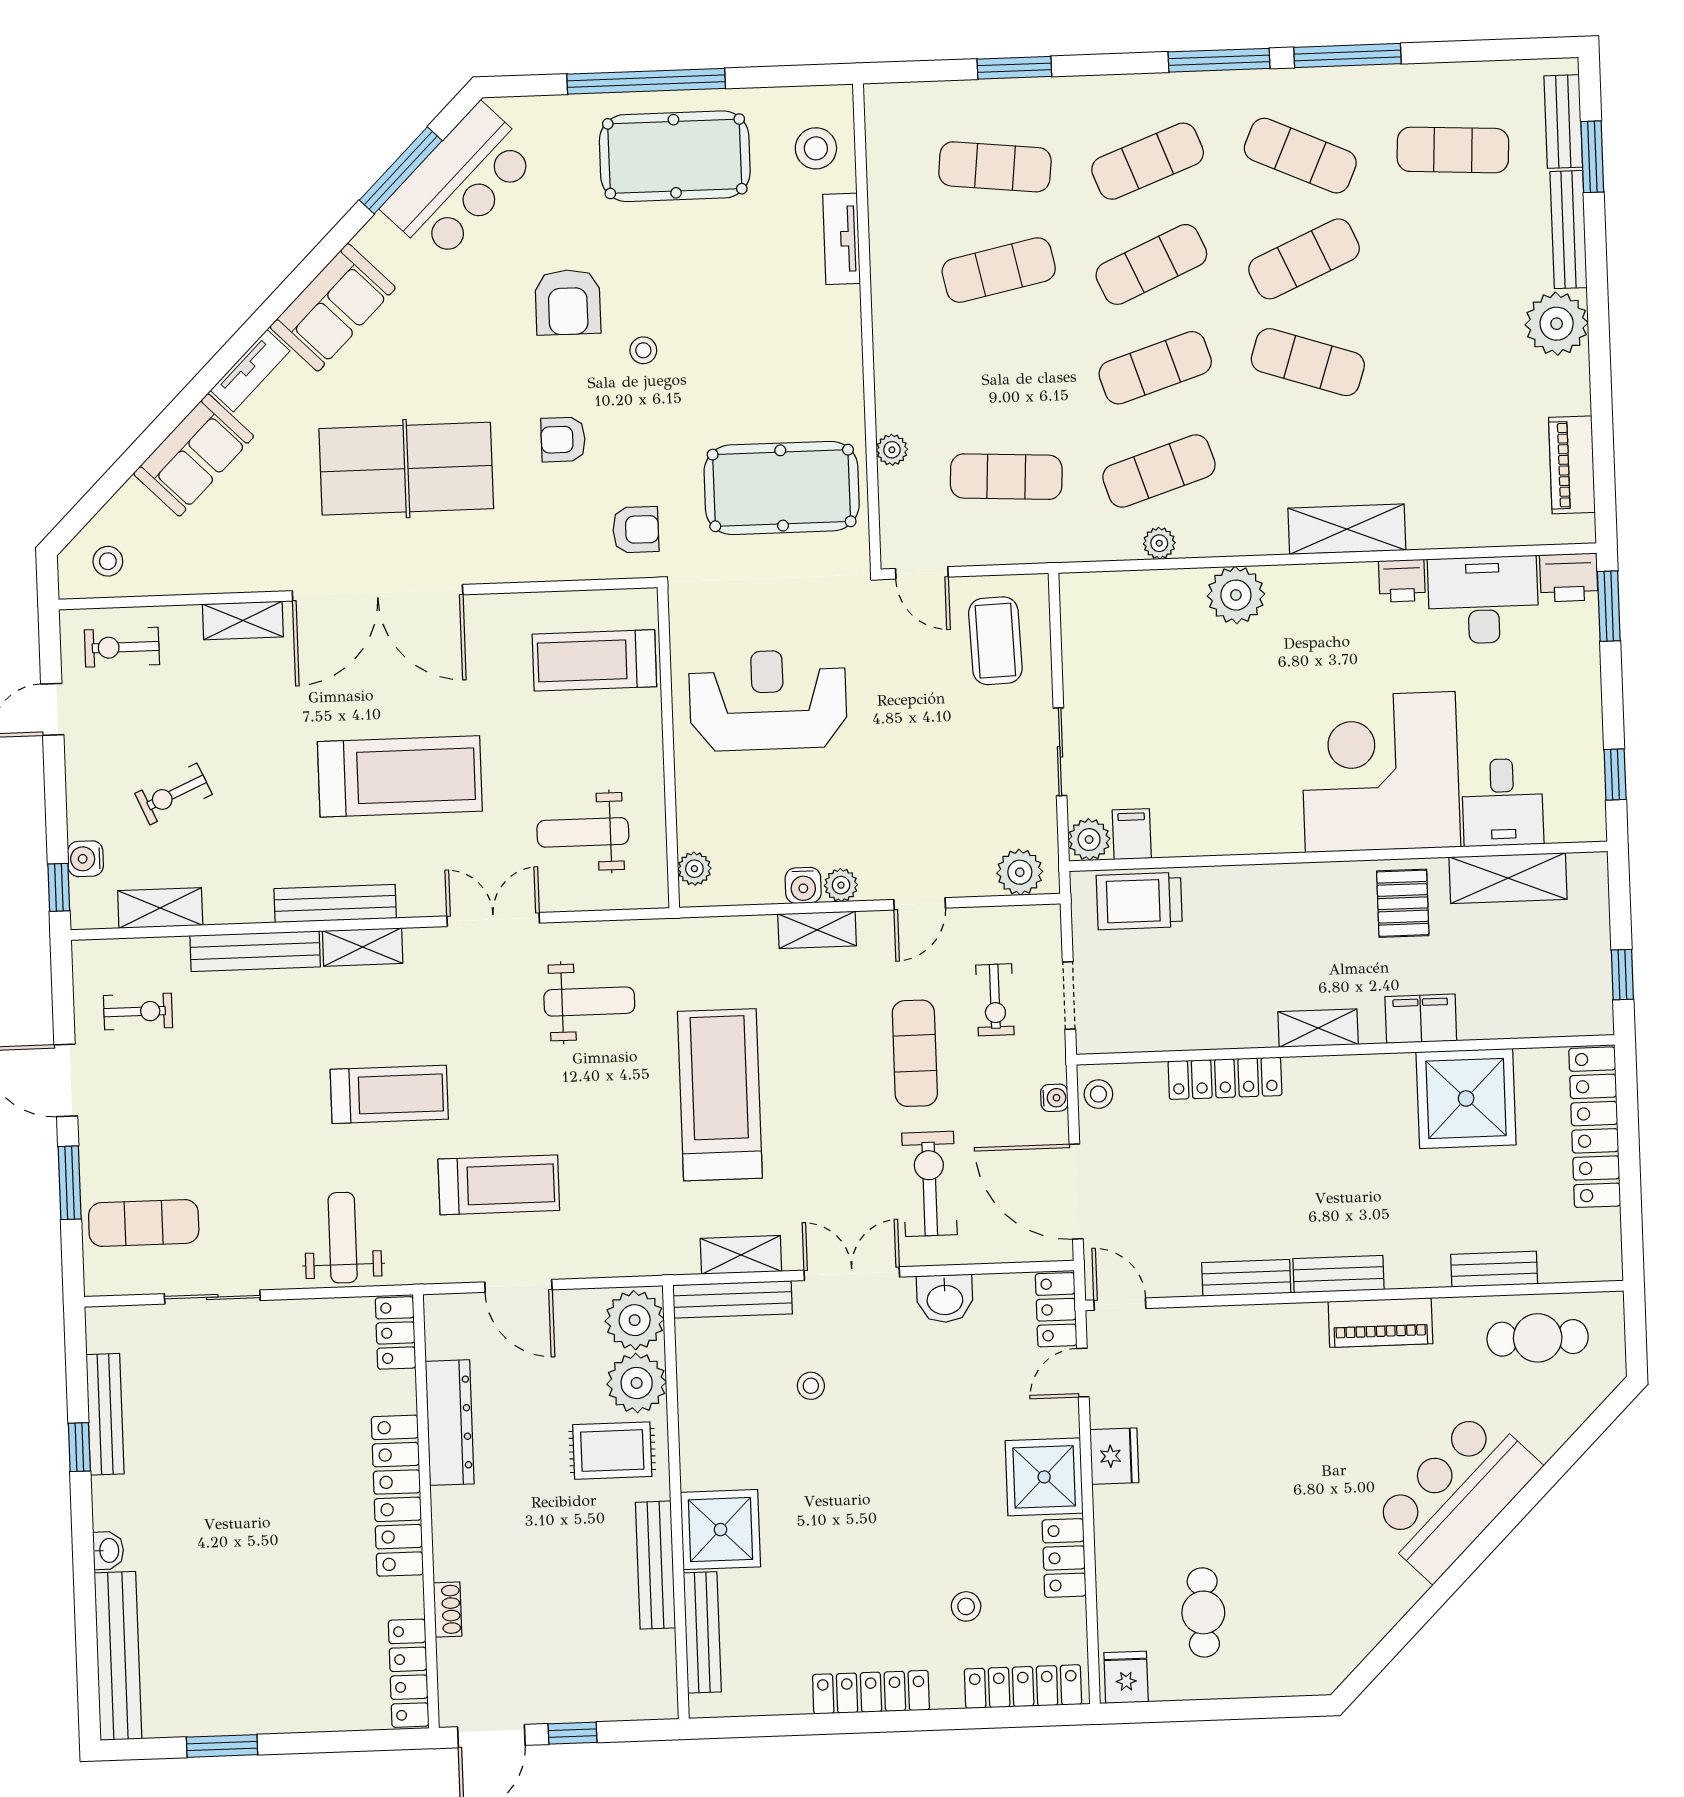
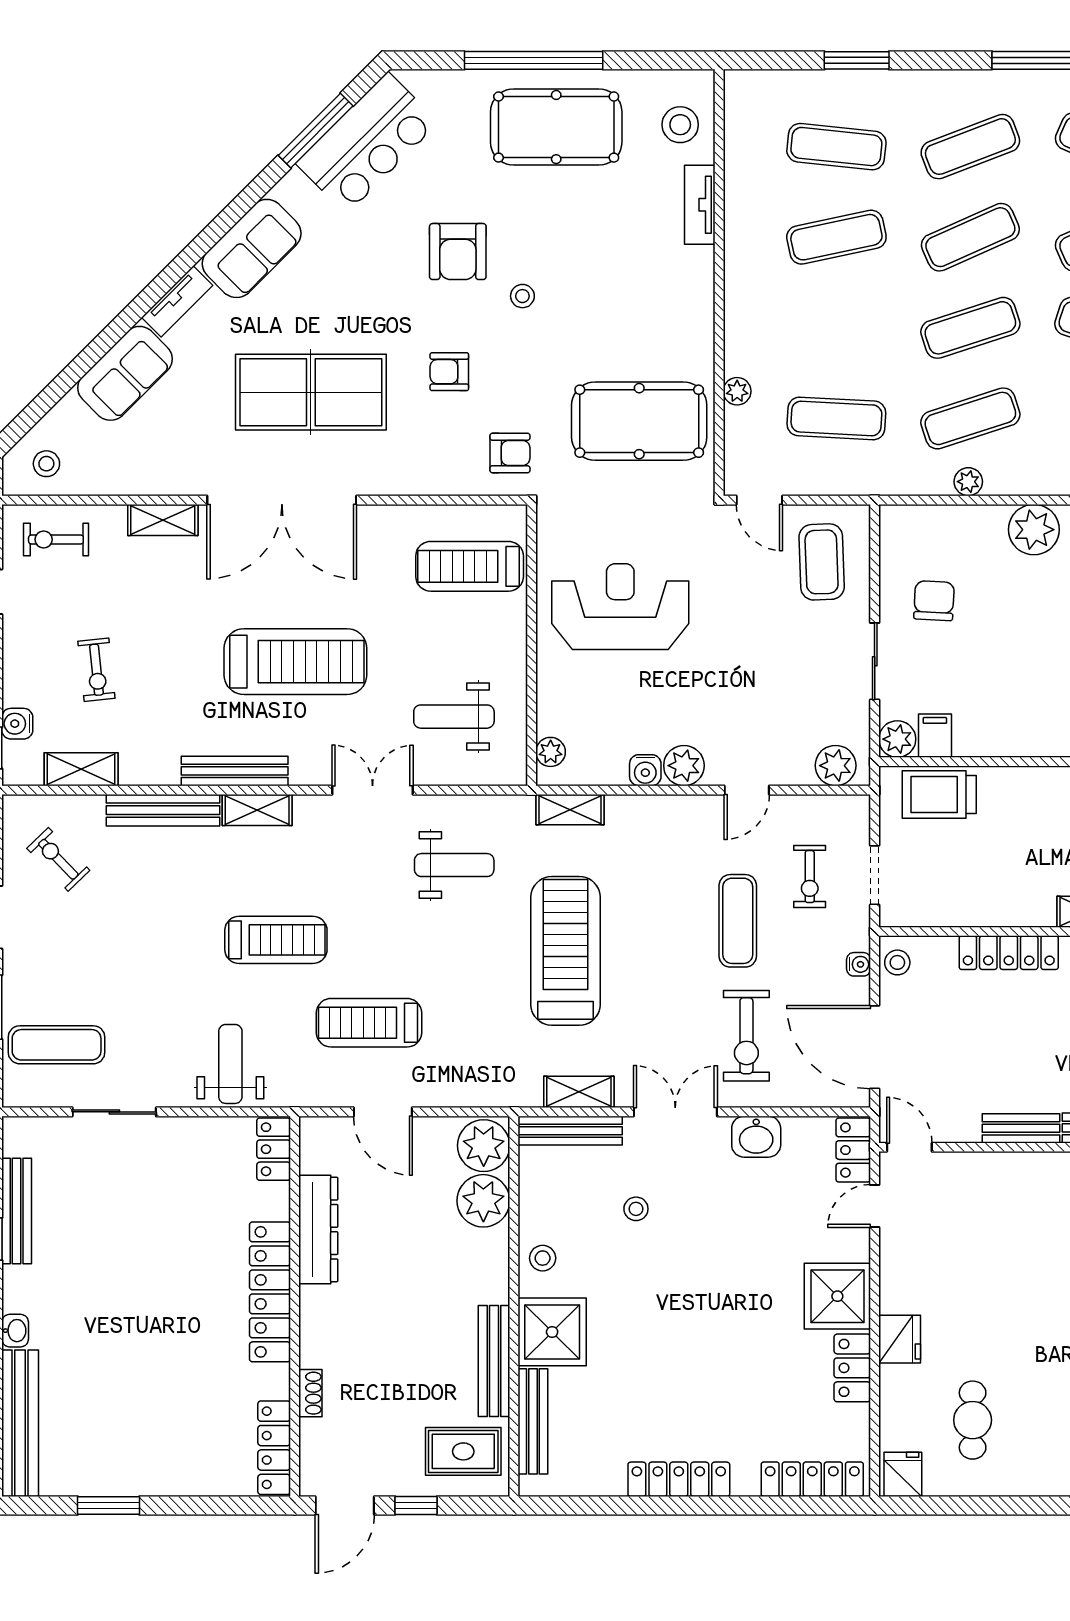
chair: (1125, 680) -> (934, 601), added
exercise bike: (173, 794) -> (96, 670), turned -72
plant: (841, 885) -> (684, 766), width x1.38, depth x1.38
shelving: (817, 930) -> (570, 810), moved
exercise bike: (138, 1012) -> (58, 859), turned -134
exercise bike: (929, 1184) -> (746, 1036), turned 180
treadmill: (499, 1185) -> (369, 1023), turned 180
rug: (612, 1451) -> (463, 1451), moved
fridge: (1114, 1456) -> (900, 1339), moved
stool: (966, 1606) -> (543, 1258), moved

